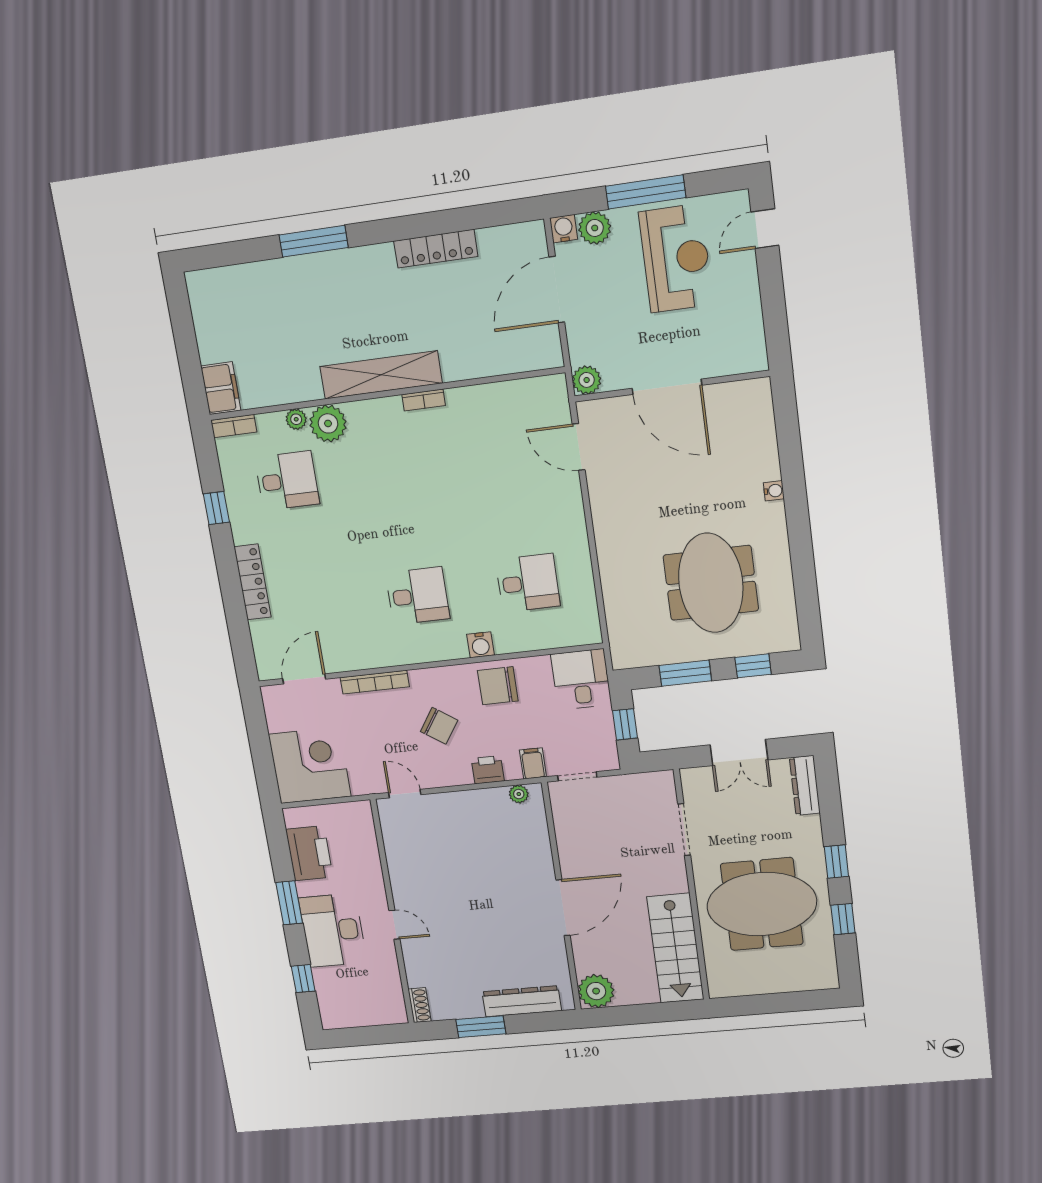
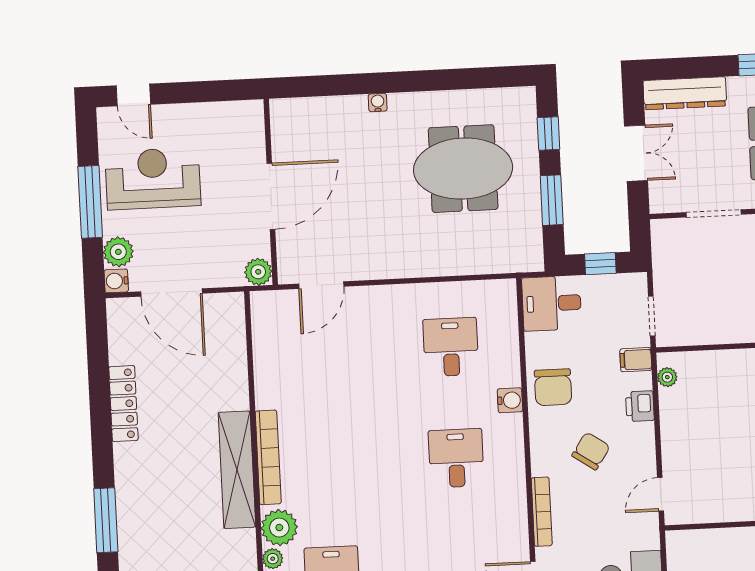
bookcase: (424, 400) -> (268, 457), width x2.31, depth x1.31
dresser: (805, 785) -> (685, 93), width x1.37, depth x1.24

